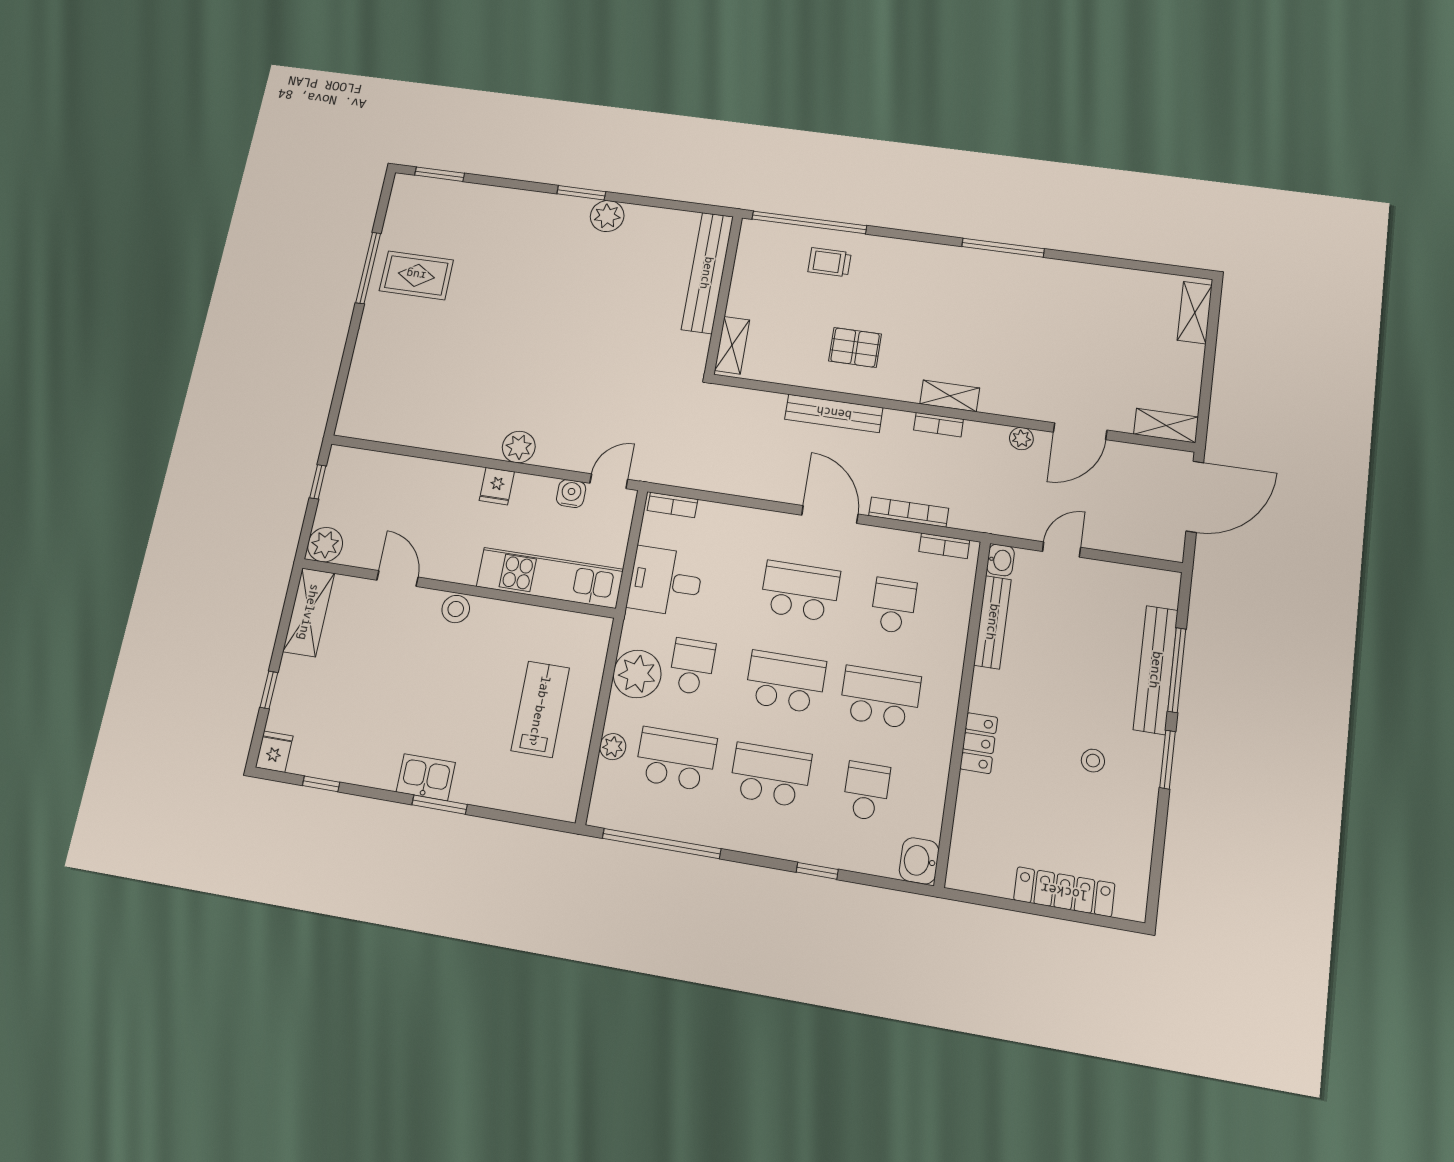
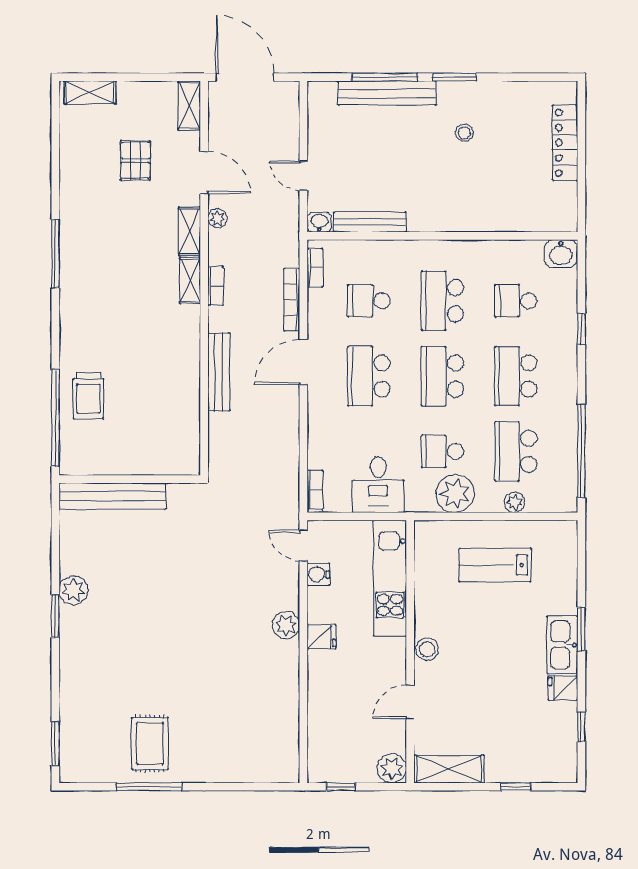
trolley: (830, 262) -> (88, 395), width x1.36, depth x1.39
shelving: (732, 345) -> (190, 231), moved, turned 90
pallet: (855, 347) -> (135, 160), moved
locker: (979, 743) -> (465, 220), removed
fridge: (274, 752) -> (563, 688), moved
kitchen sink: (426, 777) -> (562, 645), width x1.38

